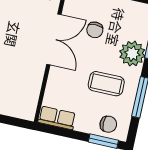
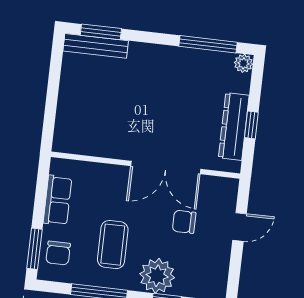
row of seats: (57, 118) -> (57, 200), moved

